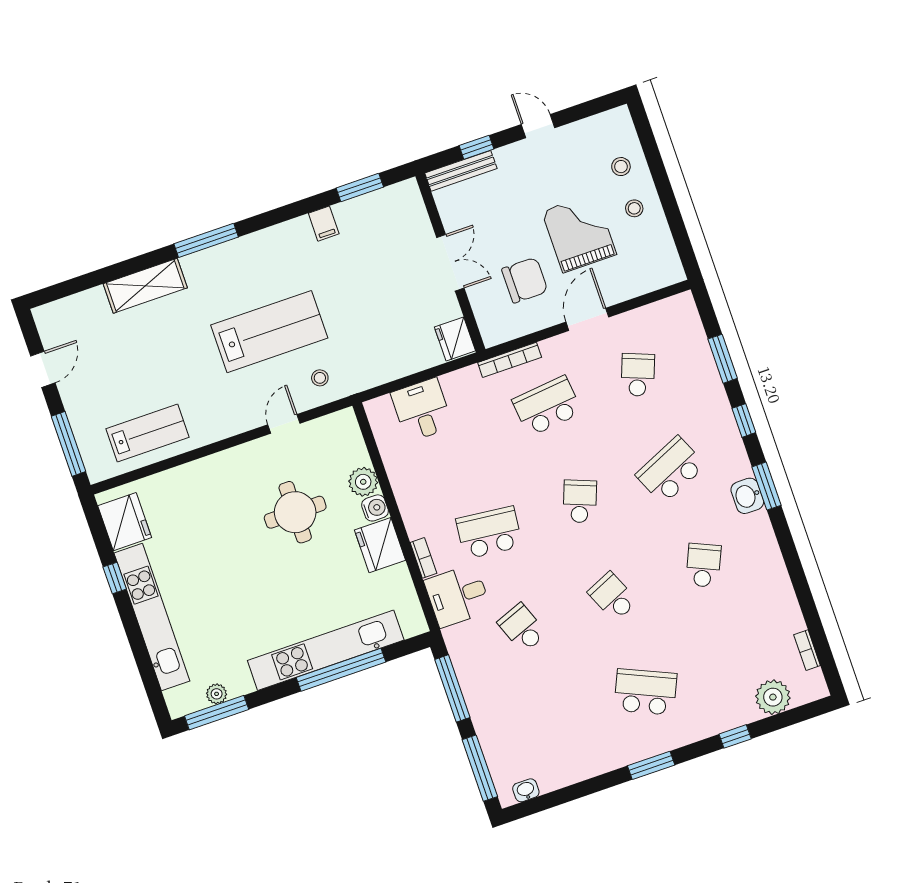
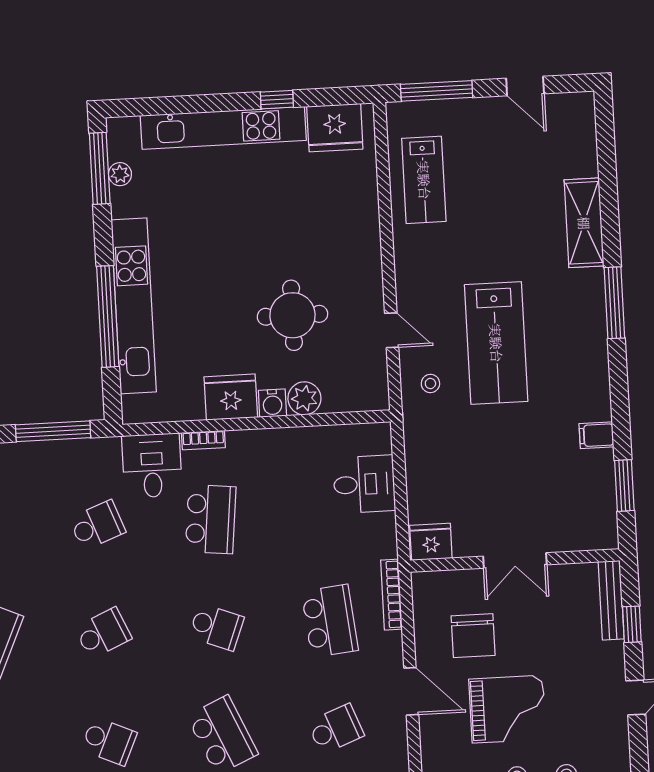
school desk: (638, 375) -> (336, 729), turned -42

